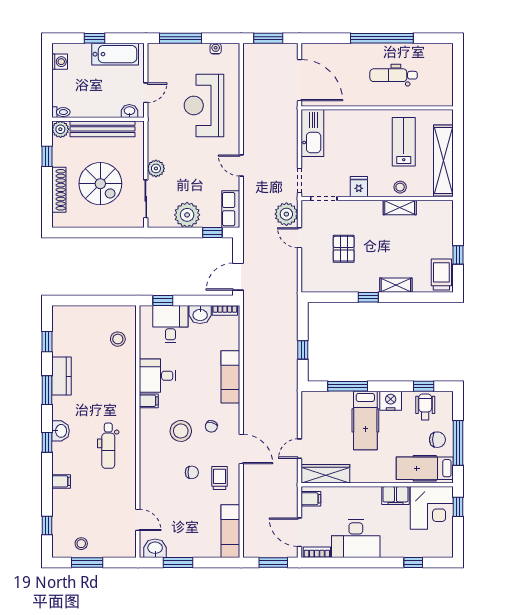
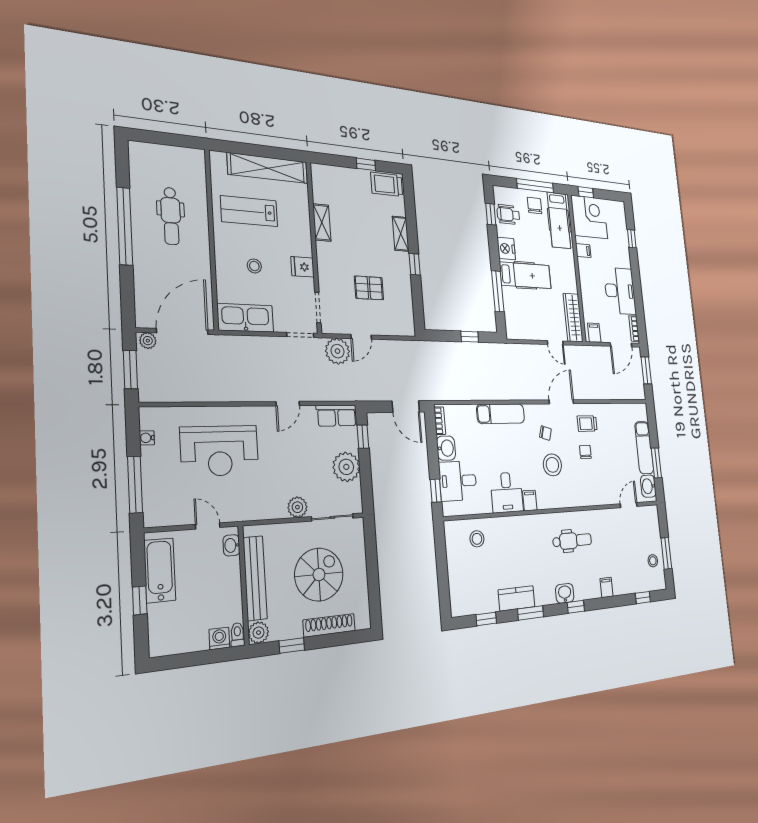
plant: (291, 53) -> (148, 341), added
washing machine: (60, 62) -> (219, 638), moved
stool: (400, 187) -> (254, 266), moved
filing cabinet: (395, 496) -> (583, 251), width x0.50
exam couch: (230, 531) -> (644, 448), moved, turned 90

